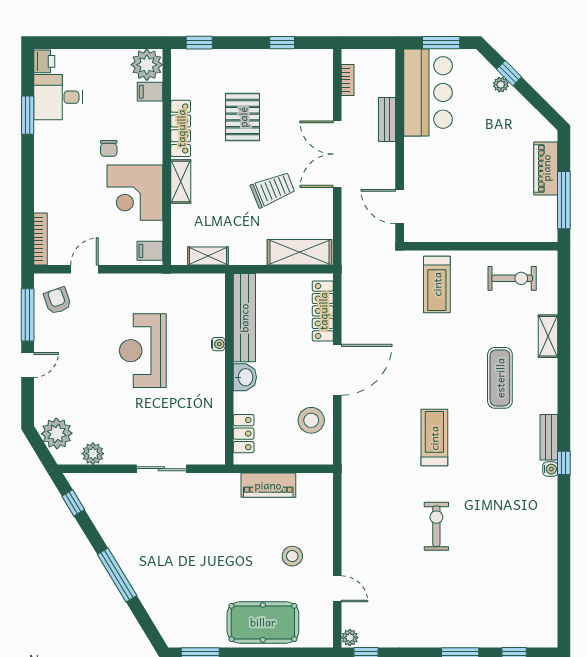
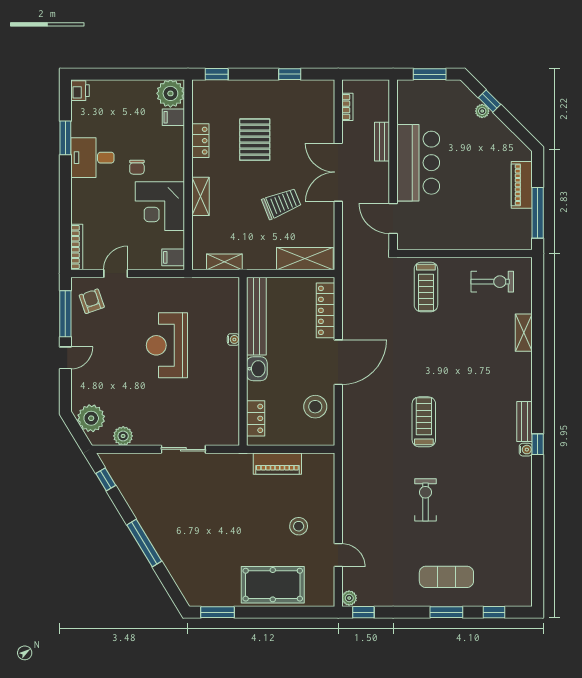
bar counter: (428, 92) -> (418, 163), moved
desk: (58, 97) -> (92, 158), moved
locker: (181, 128) -> (200, 141), width x0.66
exercise mat: (500, 378) -> (446, 577), moved, turned 90

